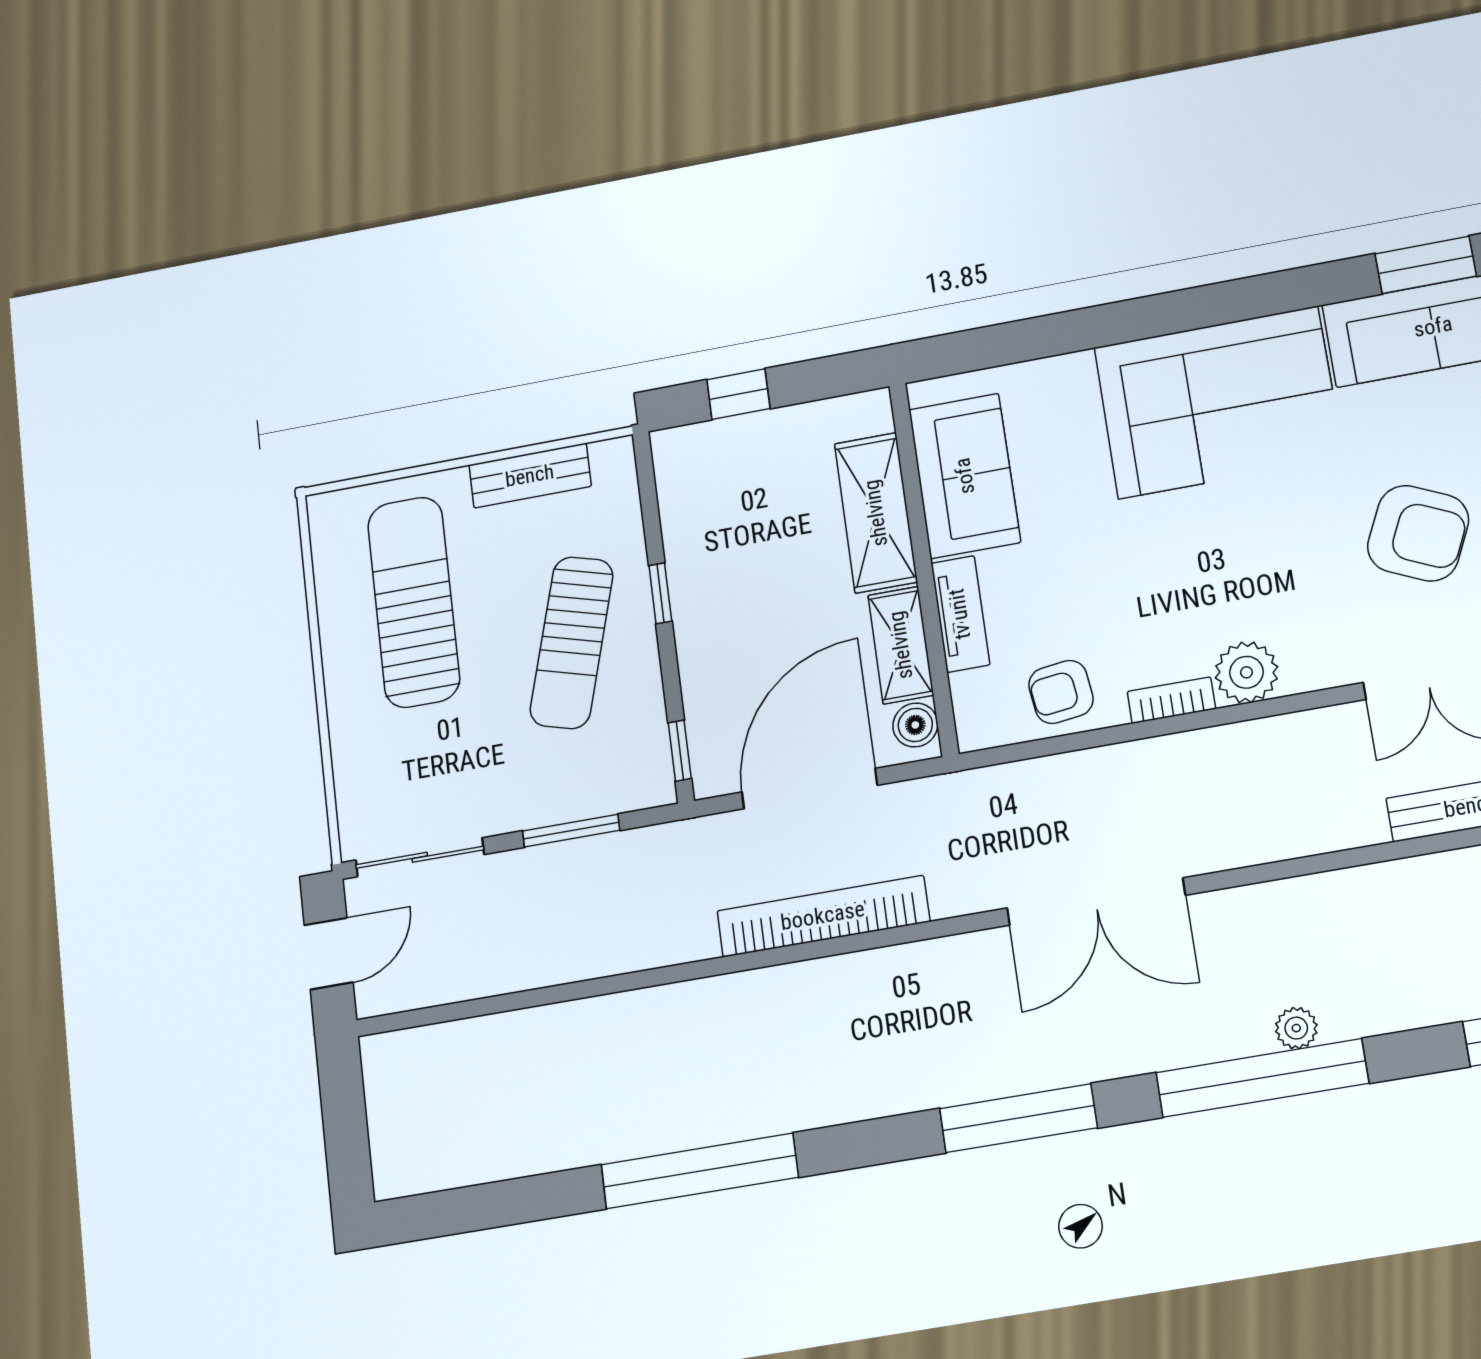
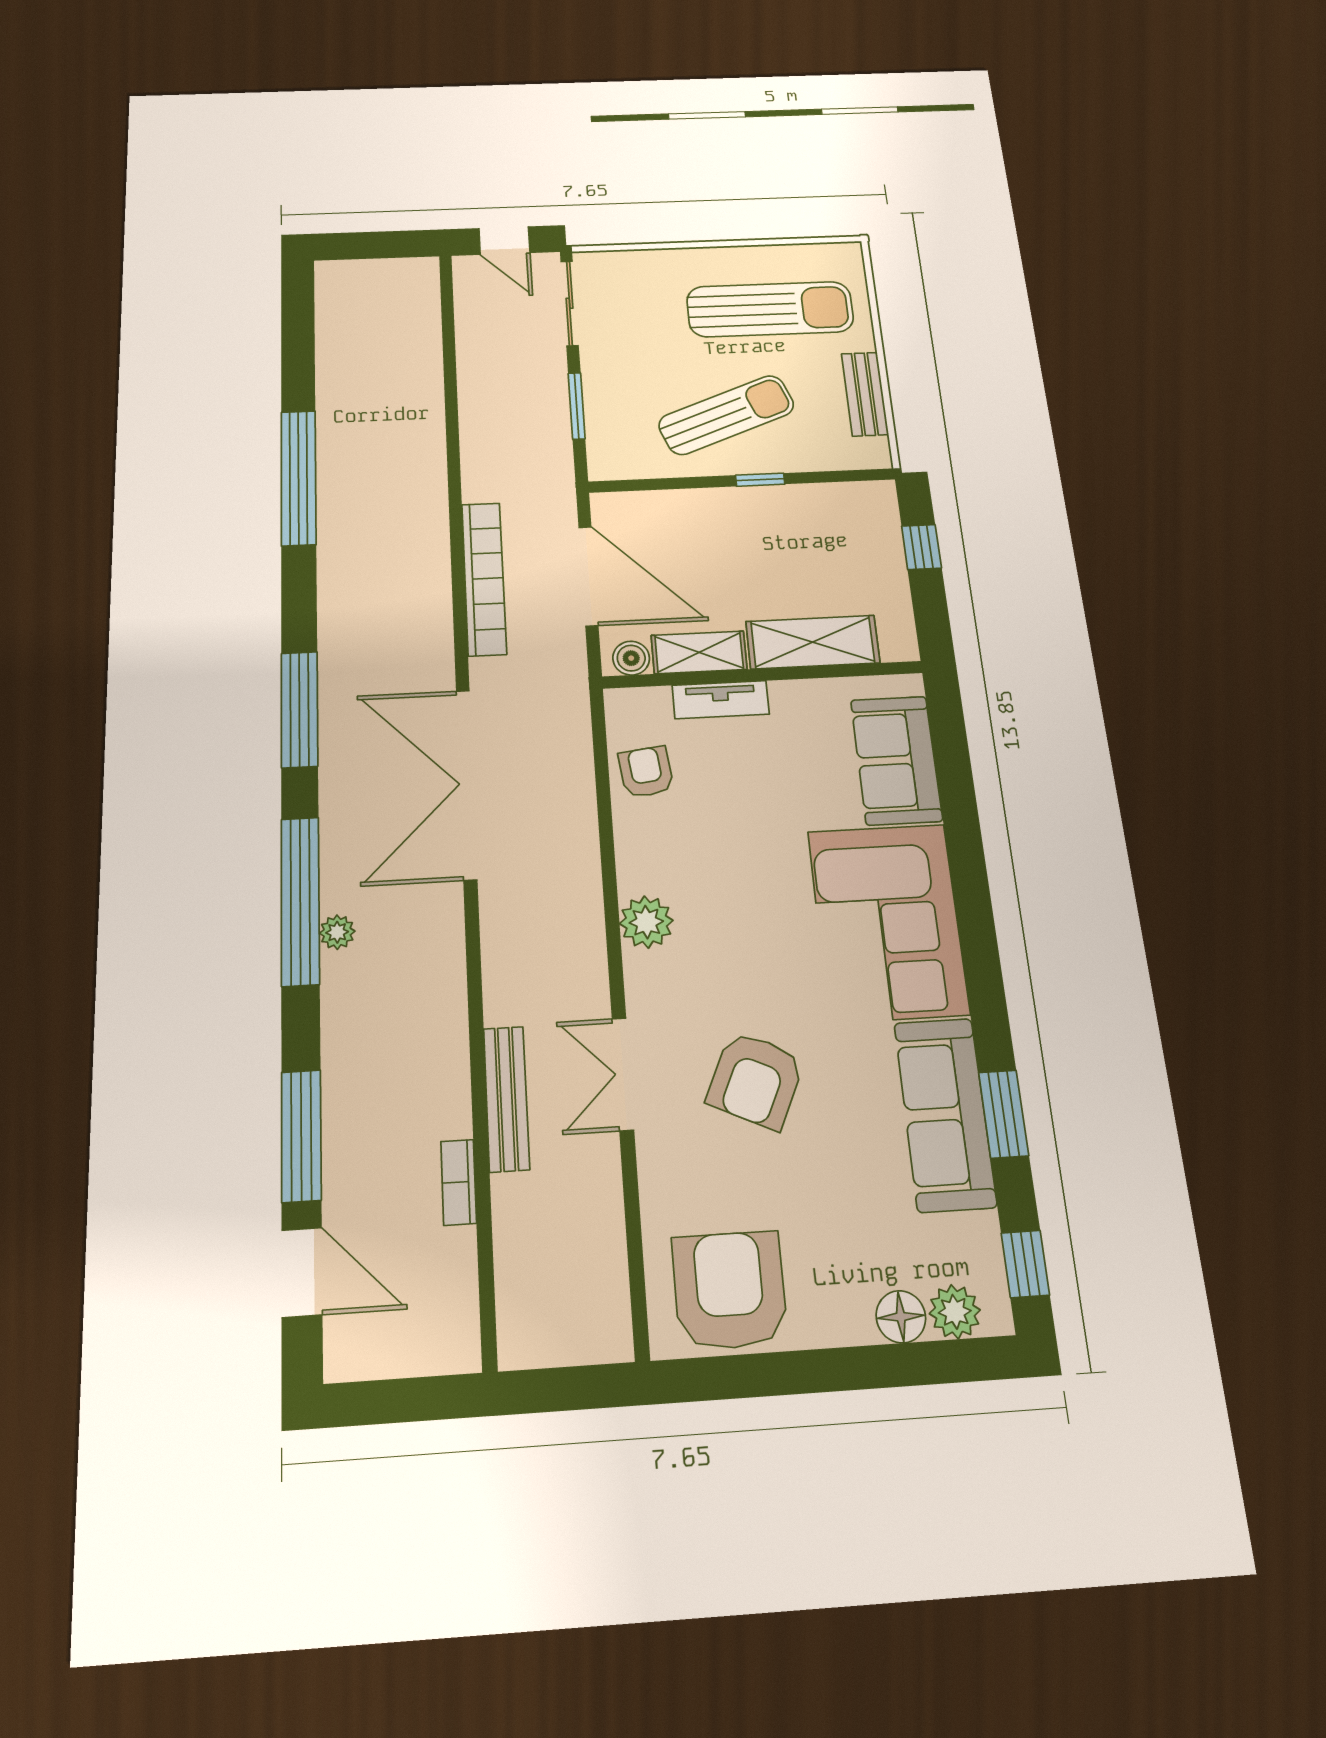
sofa: (965, 476) -> (896, 760), moved, turned 90
sun lounger: (572, 643) -> (726, 415), turned 143
bookcase: (1171, 700) -> (629, 859), removed
window: (680, 751) -> (631, 485), removed
double door: (1096, 902) -> (467, 784), width x1.36

